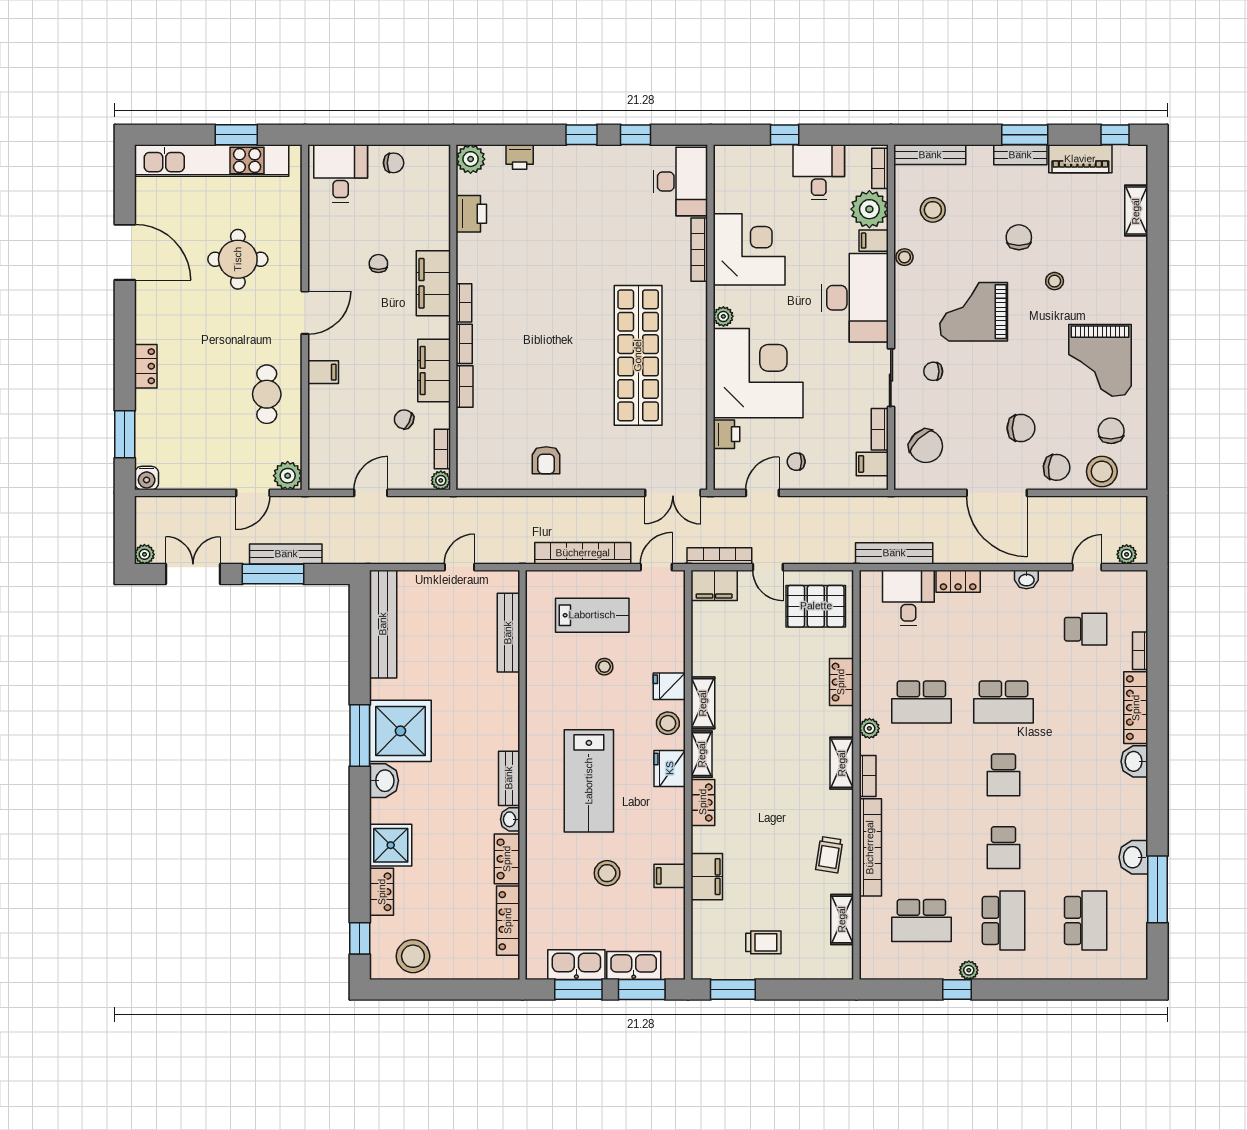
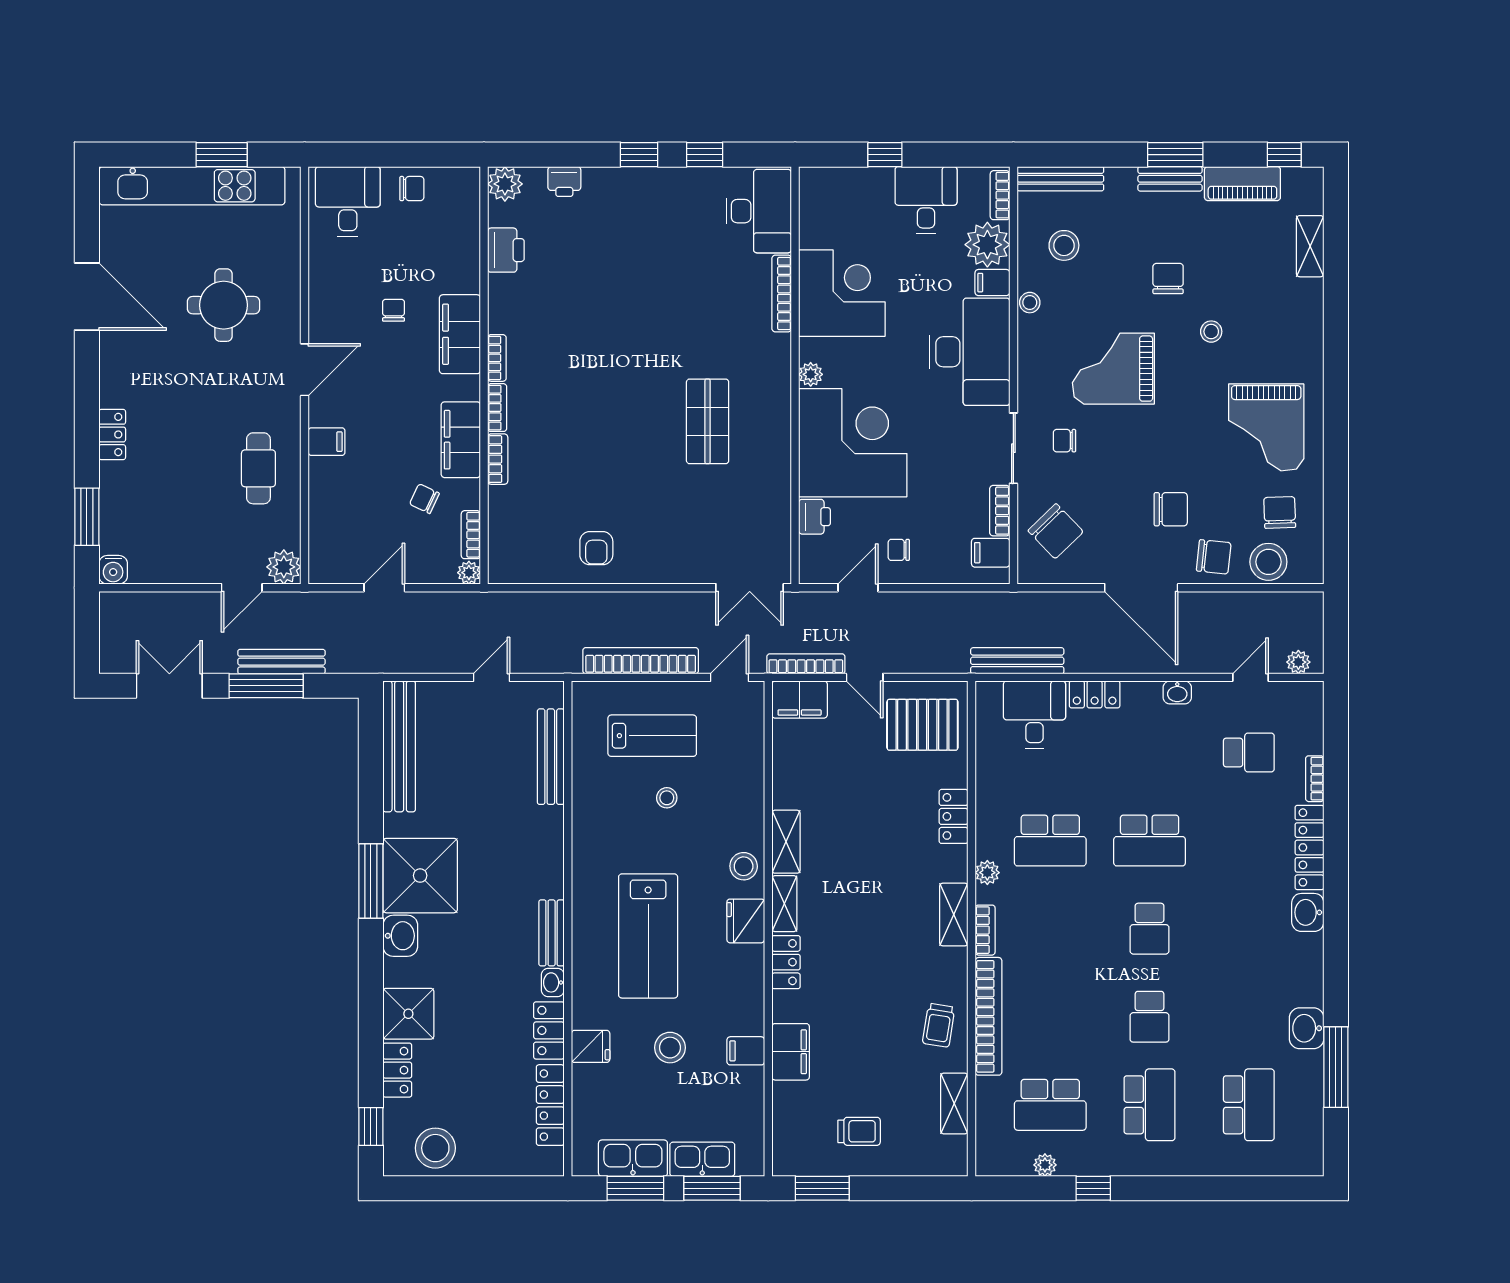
shop shelf: (638, 355) -> (708, 421), width x0.50, depth x0.74
plant: (144, 554) -> (111, 662), removed
fridge: (669, 686) -> (591, 1046), moved, turned 180
plant: (969, 970) -> (1045, 1165), moved

